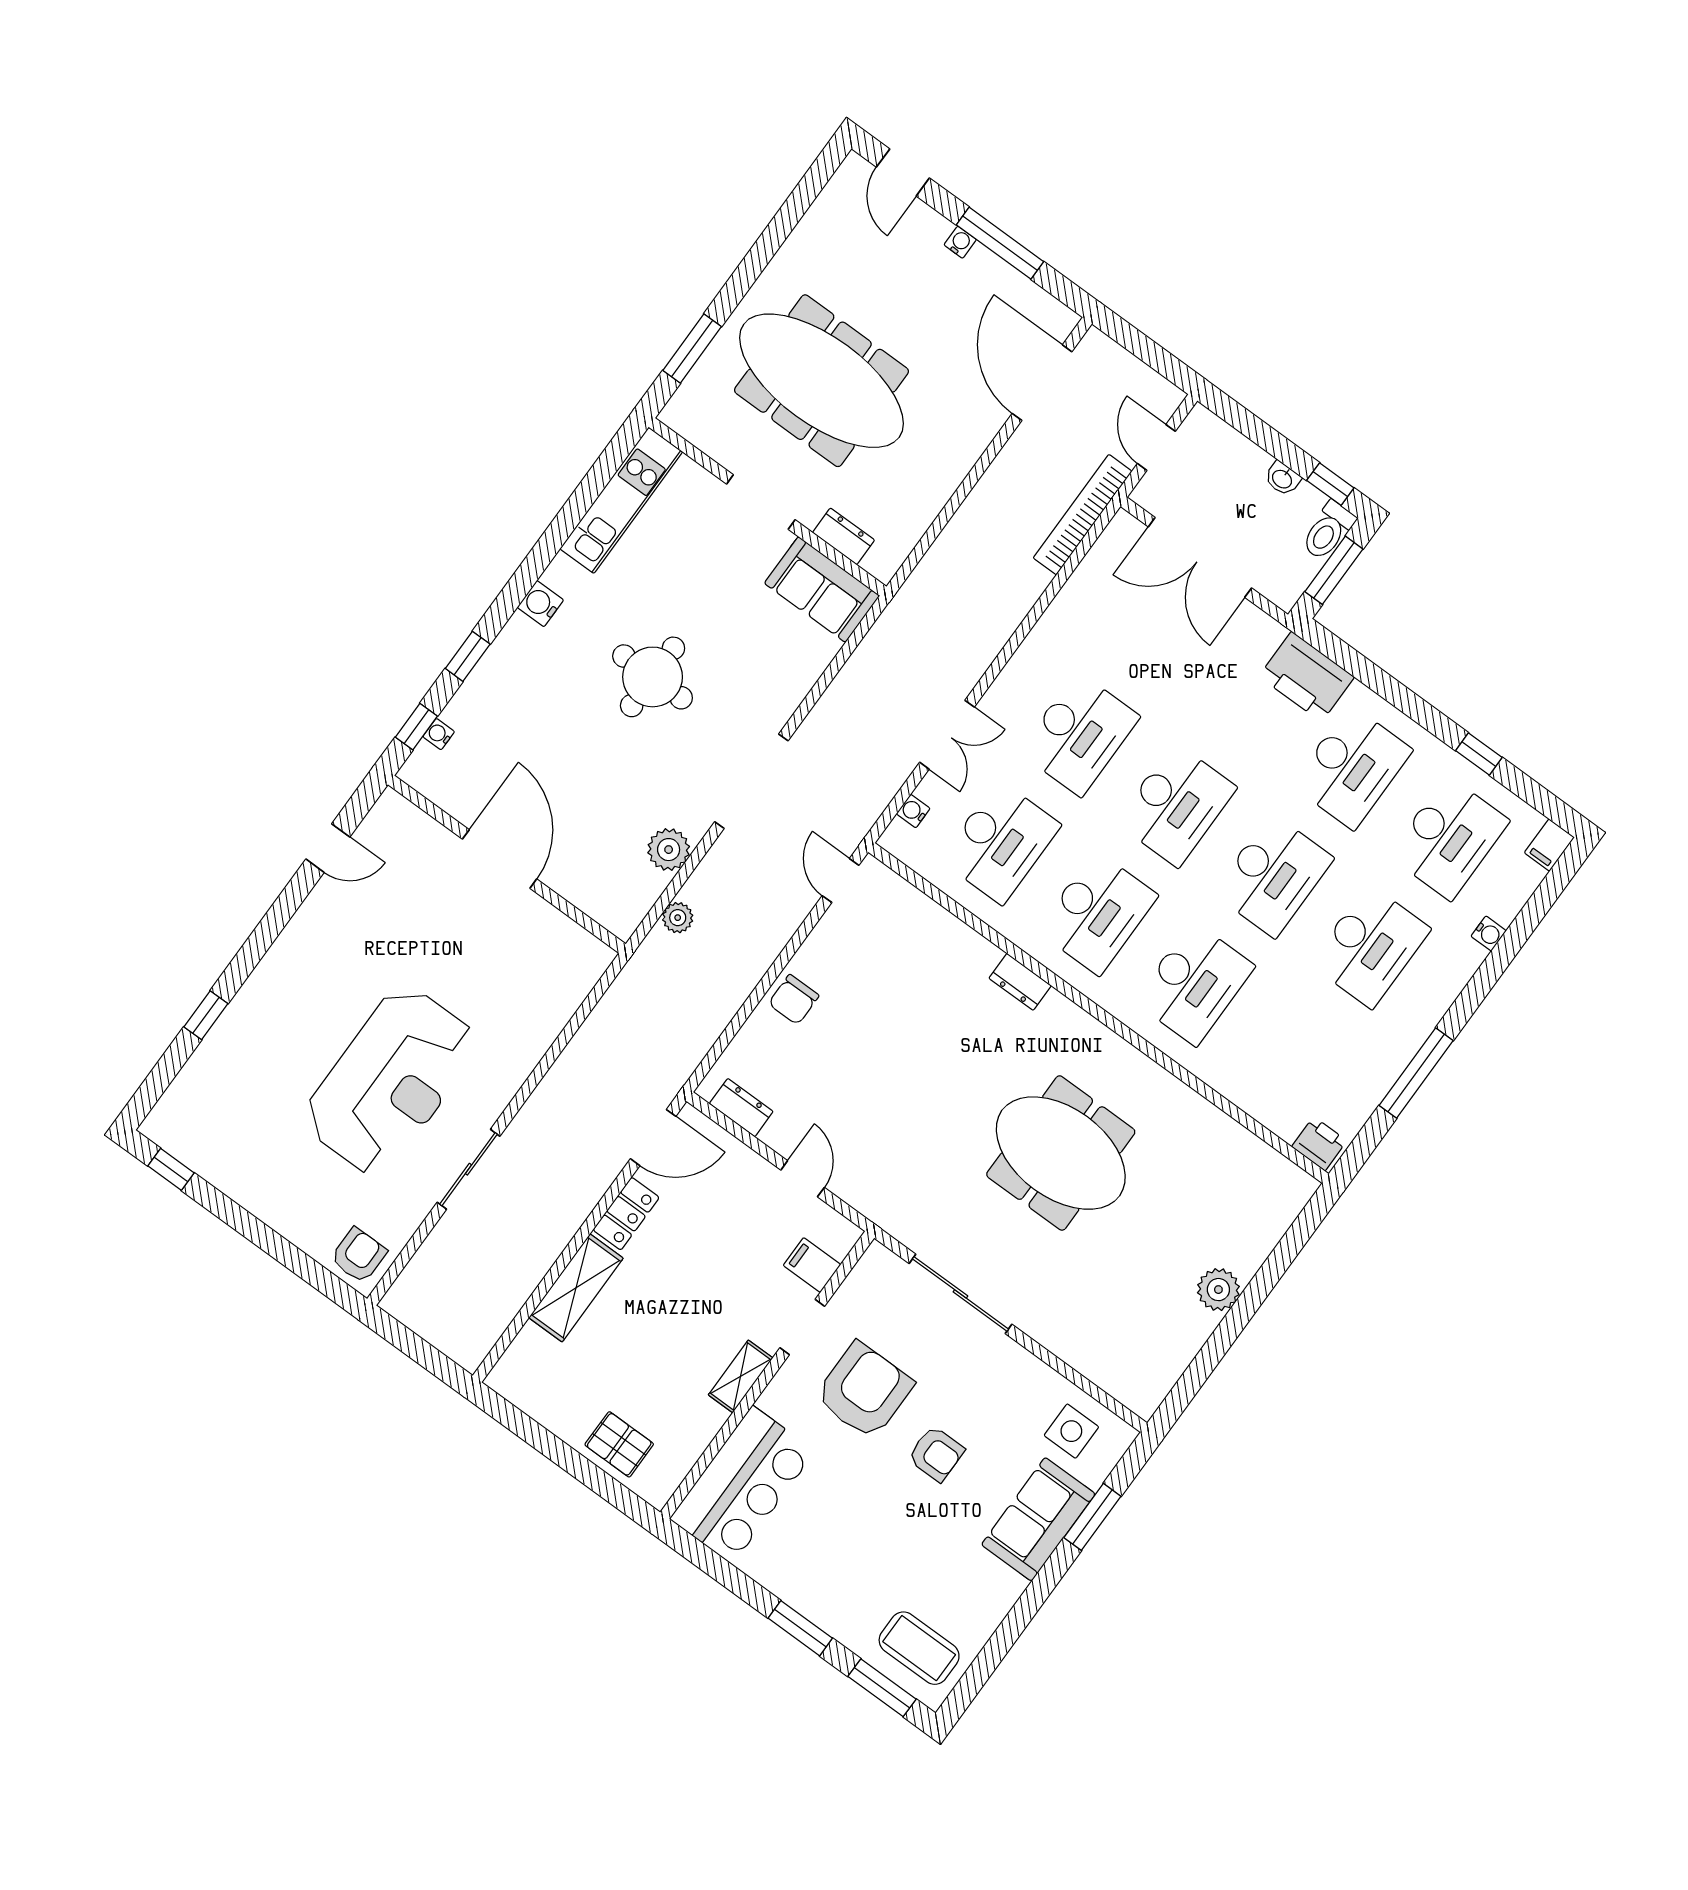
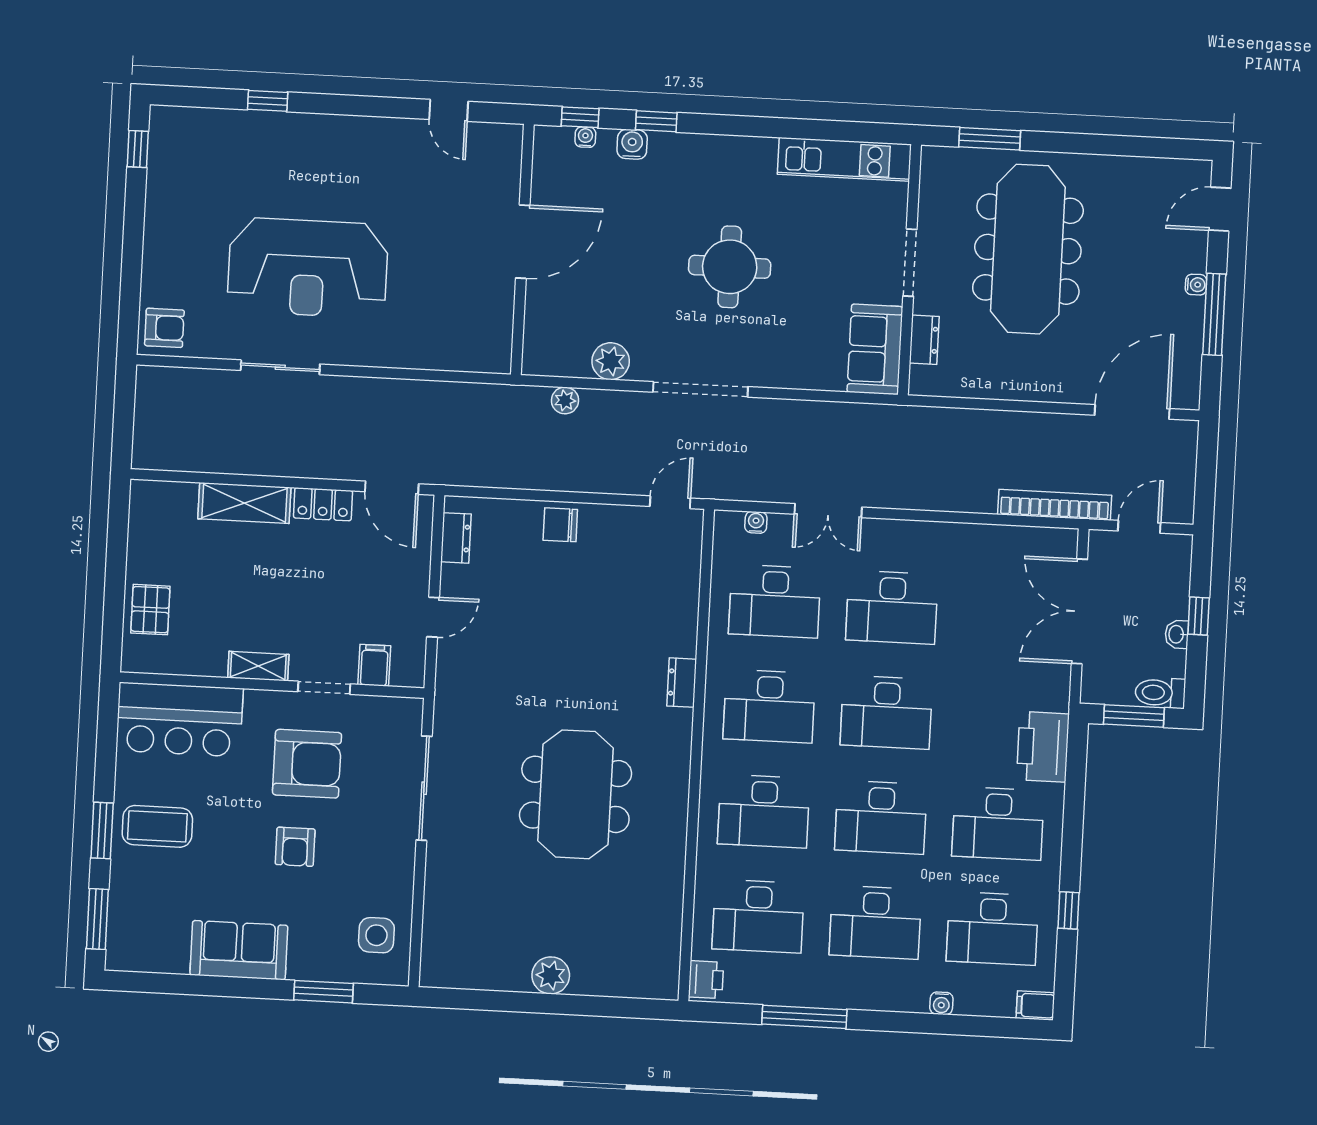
window: (1330, 484) -> (1199, 616), moved
water cooler: (540, 604) -> (632, 144), moved
desk: (1291, 1054) -> (758, 916), added
sofa: (1038, 1519) -> (239, 950), moved
coffee table: (919, 1648) -> (157, 826), moved, turned 90

